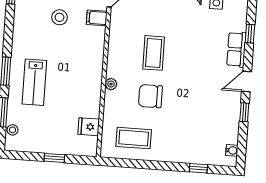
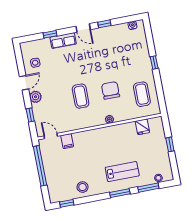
stool: (60, 17) -> (83, 187), moved
coffee table: (154, 53) -> (81, 96), turned 90
chair: (150, 96) -> (110, 90), turned 180
window: (198, 168) -> (154, 63), moved

